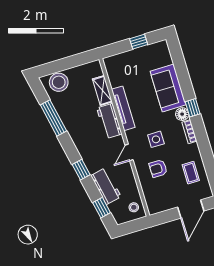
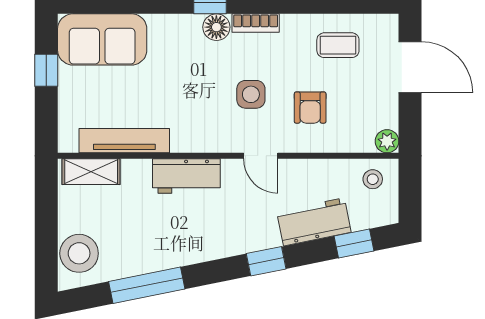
sofa: (168, 88) -> (102, 39), moved
shelving: (102, 90) -> (91, 172), moved
tv unit: (123, 108) -> (124, 141), moved
plant: (153, 209) -> (387, 141), added

